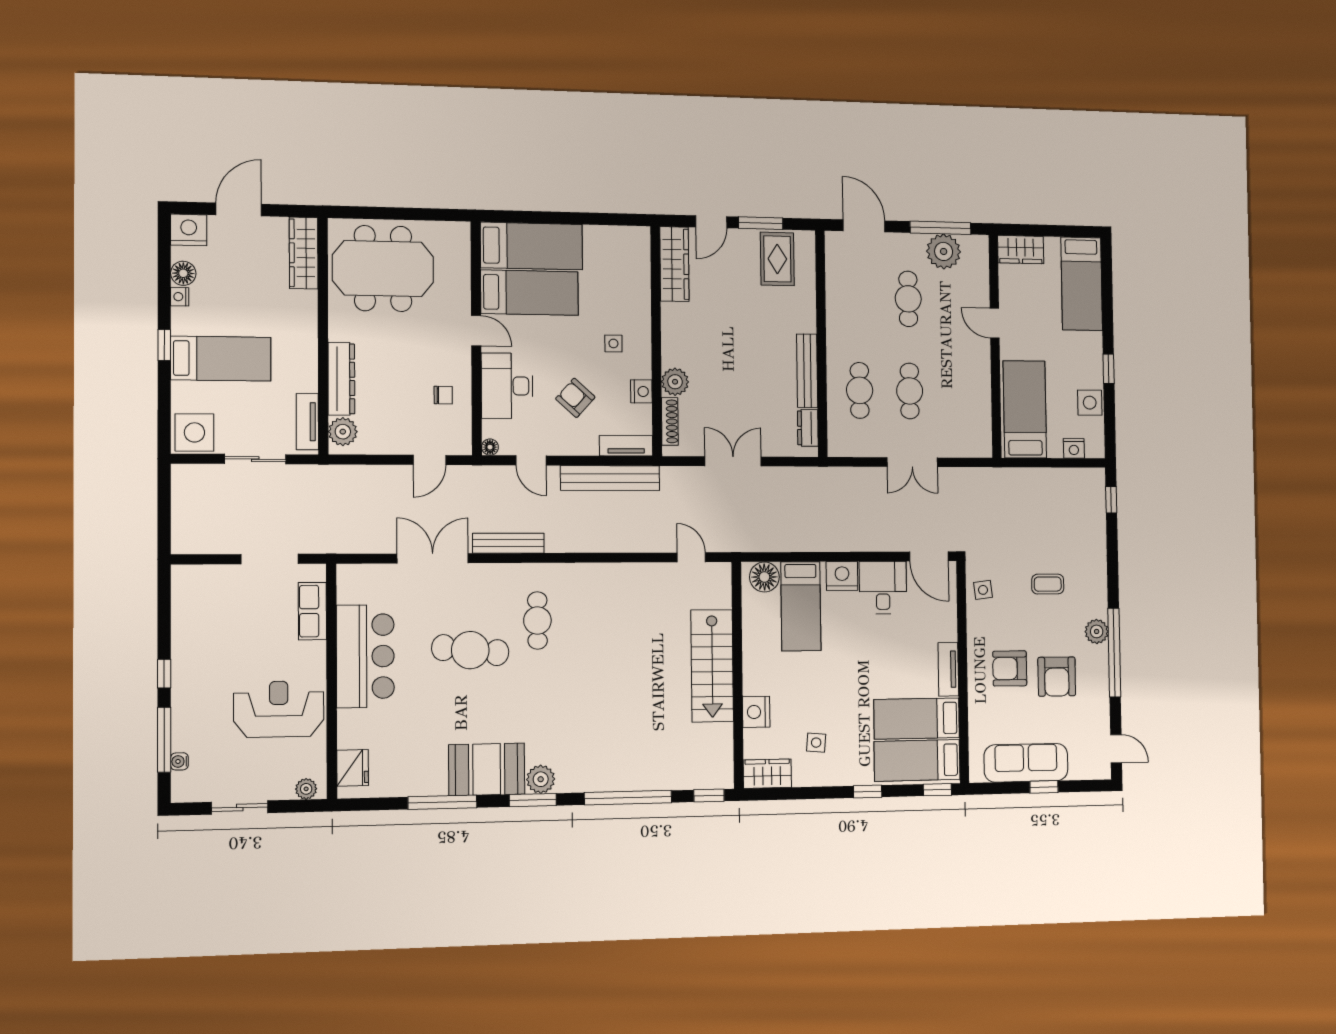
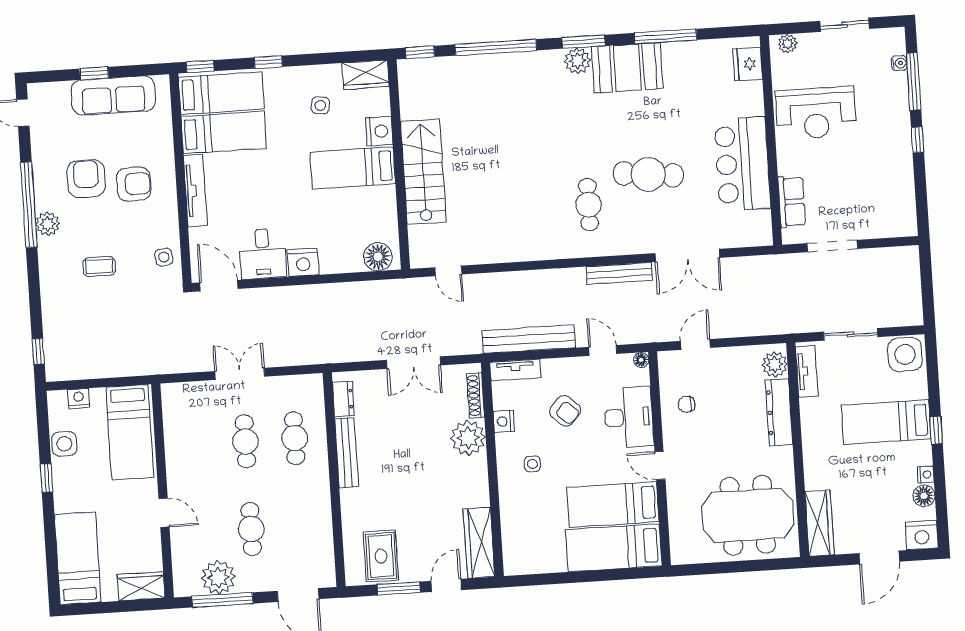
plant: (675, 382) -> (468, 438), width x1.36, depth x1.36
bed: (801, 606) -> (353, 168), moved, turned -90
tv unit: (948, 669) -> (195, 191), width x1.41

